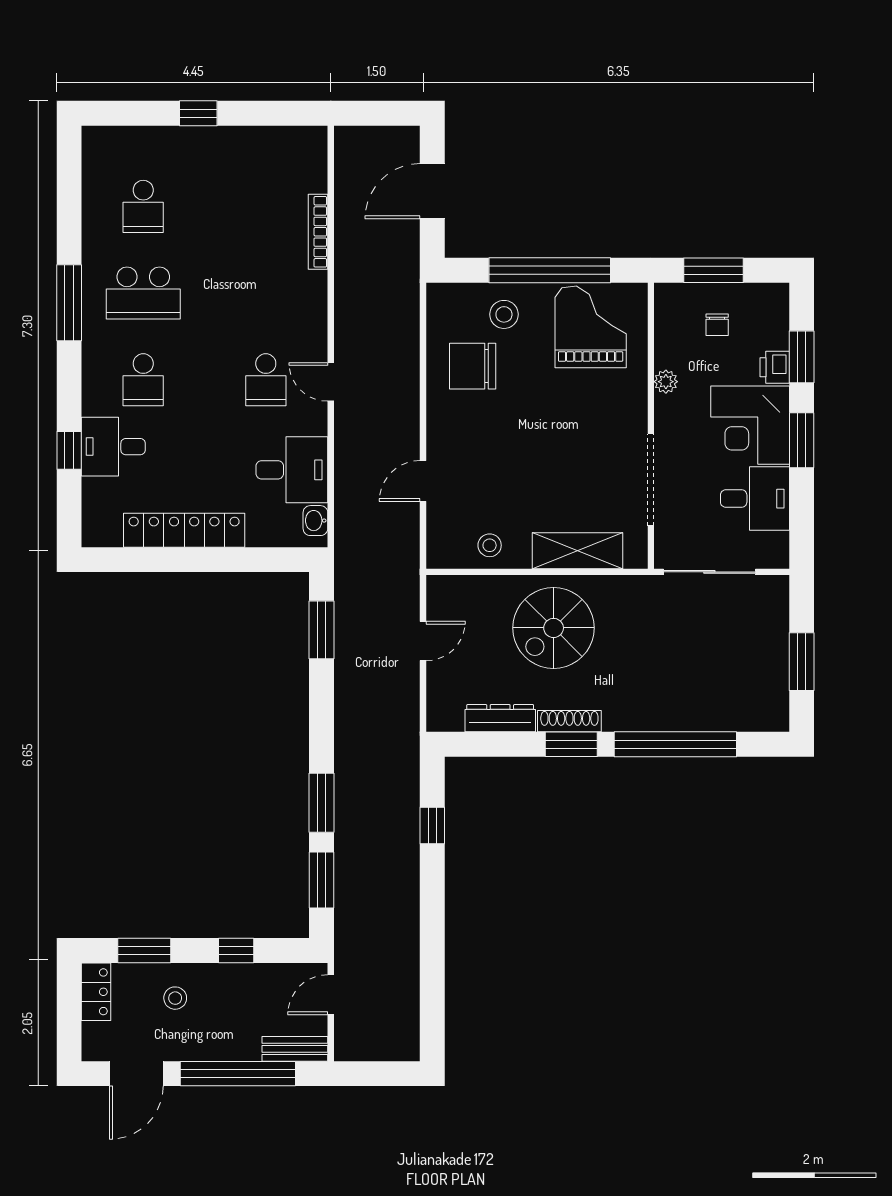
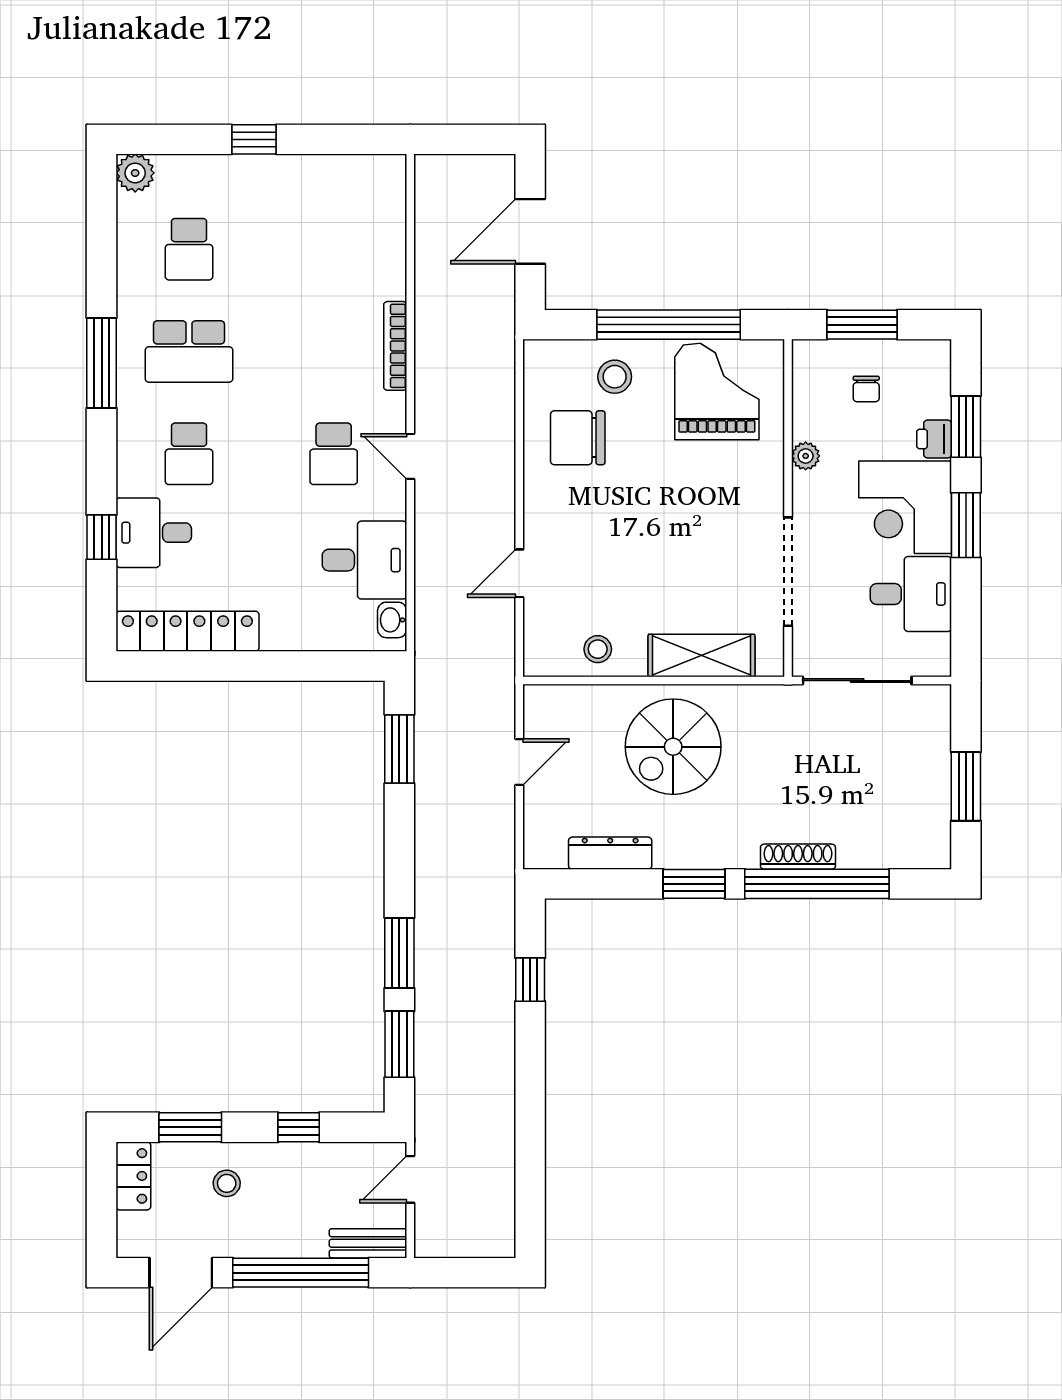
plant: (98, 142) -> (135, 173), added
bookcase: (318, 232) -> (395, 346), moved
locker: (184, 530) -> (187, 631), moved
shoe rack: (569, 721) -> (798, 857), moved

